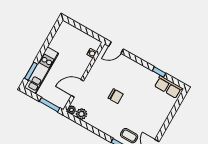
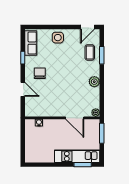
door: (116, 48) -> (23, 89), moved
chair: (116, 96) -> (40, 73), moved
plant: (82, 114) -> (94, 82), moved
side table: (159, 114) -> (58, 38), added

